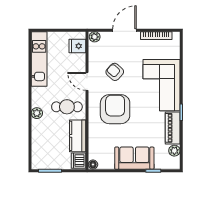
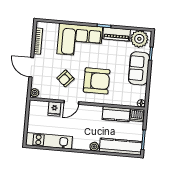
fridge: (77, 46) -> (54, 109), moved
cafe table: (67, 107) -> (91, 121), removed
armchair: (115, 109) -> (97, 81), turned 180
kitchen counter: (40, 145) -> (121, 147), added
plant: (174, 151) -> (139, 39), width x1.88, depth x1.88

